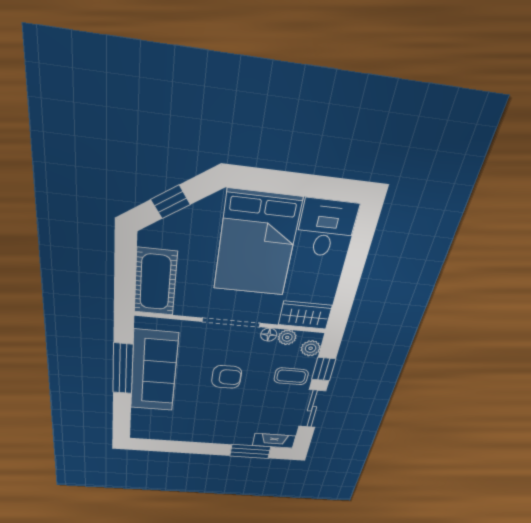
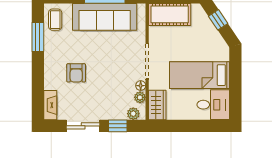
bed: (257, 244) -> (200, 75), width x0.67
coffee table: (291, 376) -> (55, 20), moved
armchair: (227, 377) -> (76, 73), moved
window: (250, 451) -> (38, 37), moved

